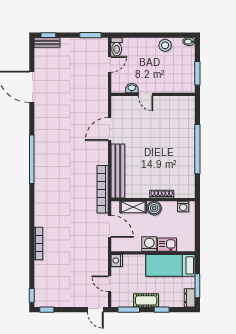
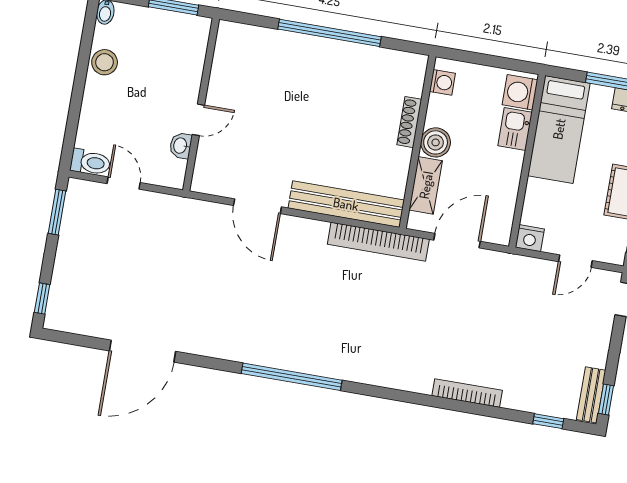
bench: (47, 42) -> (591, 395), moved
washing machine: (149, 244) -> (520, 92), moved
window: (32, 295) -> (548, 421), moved

